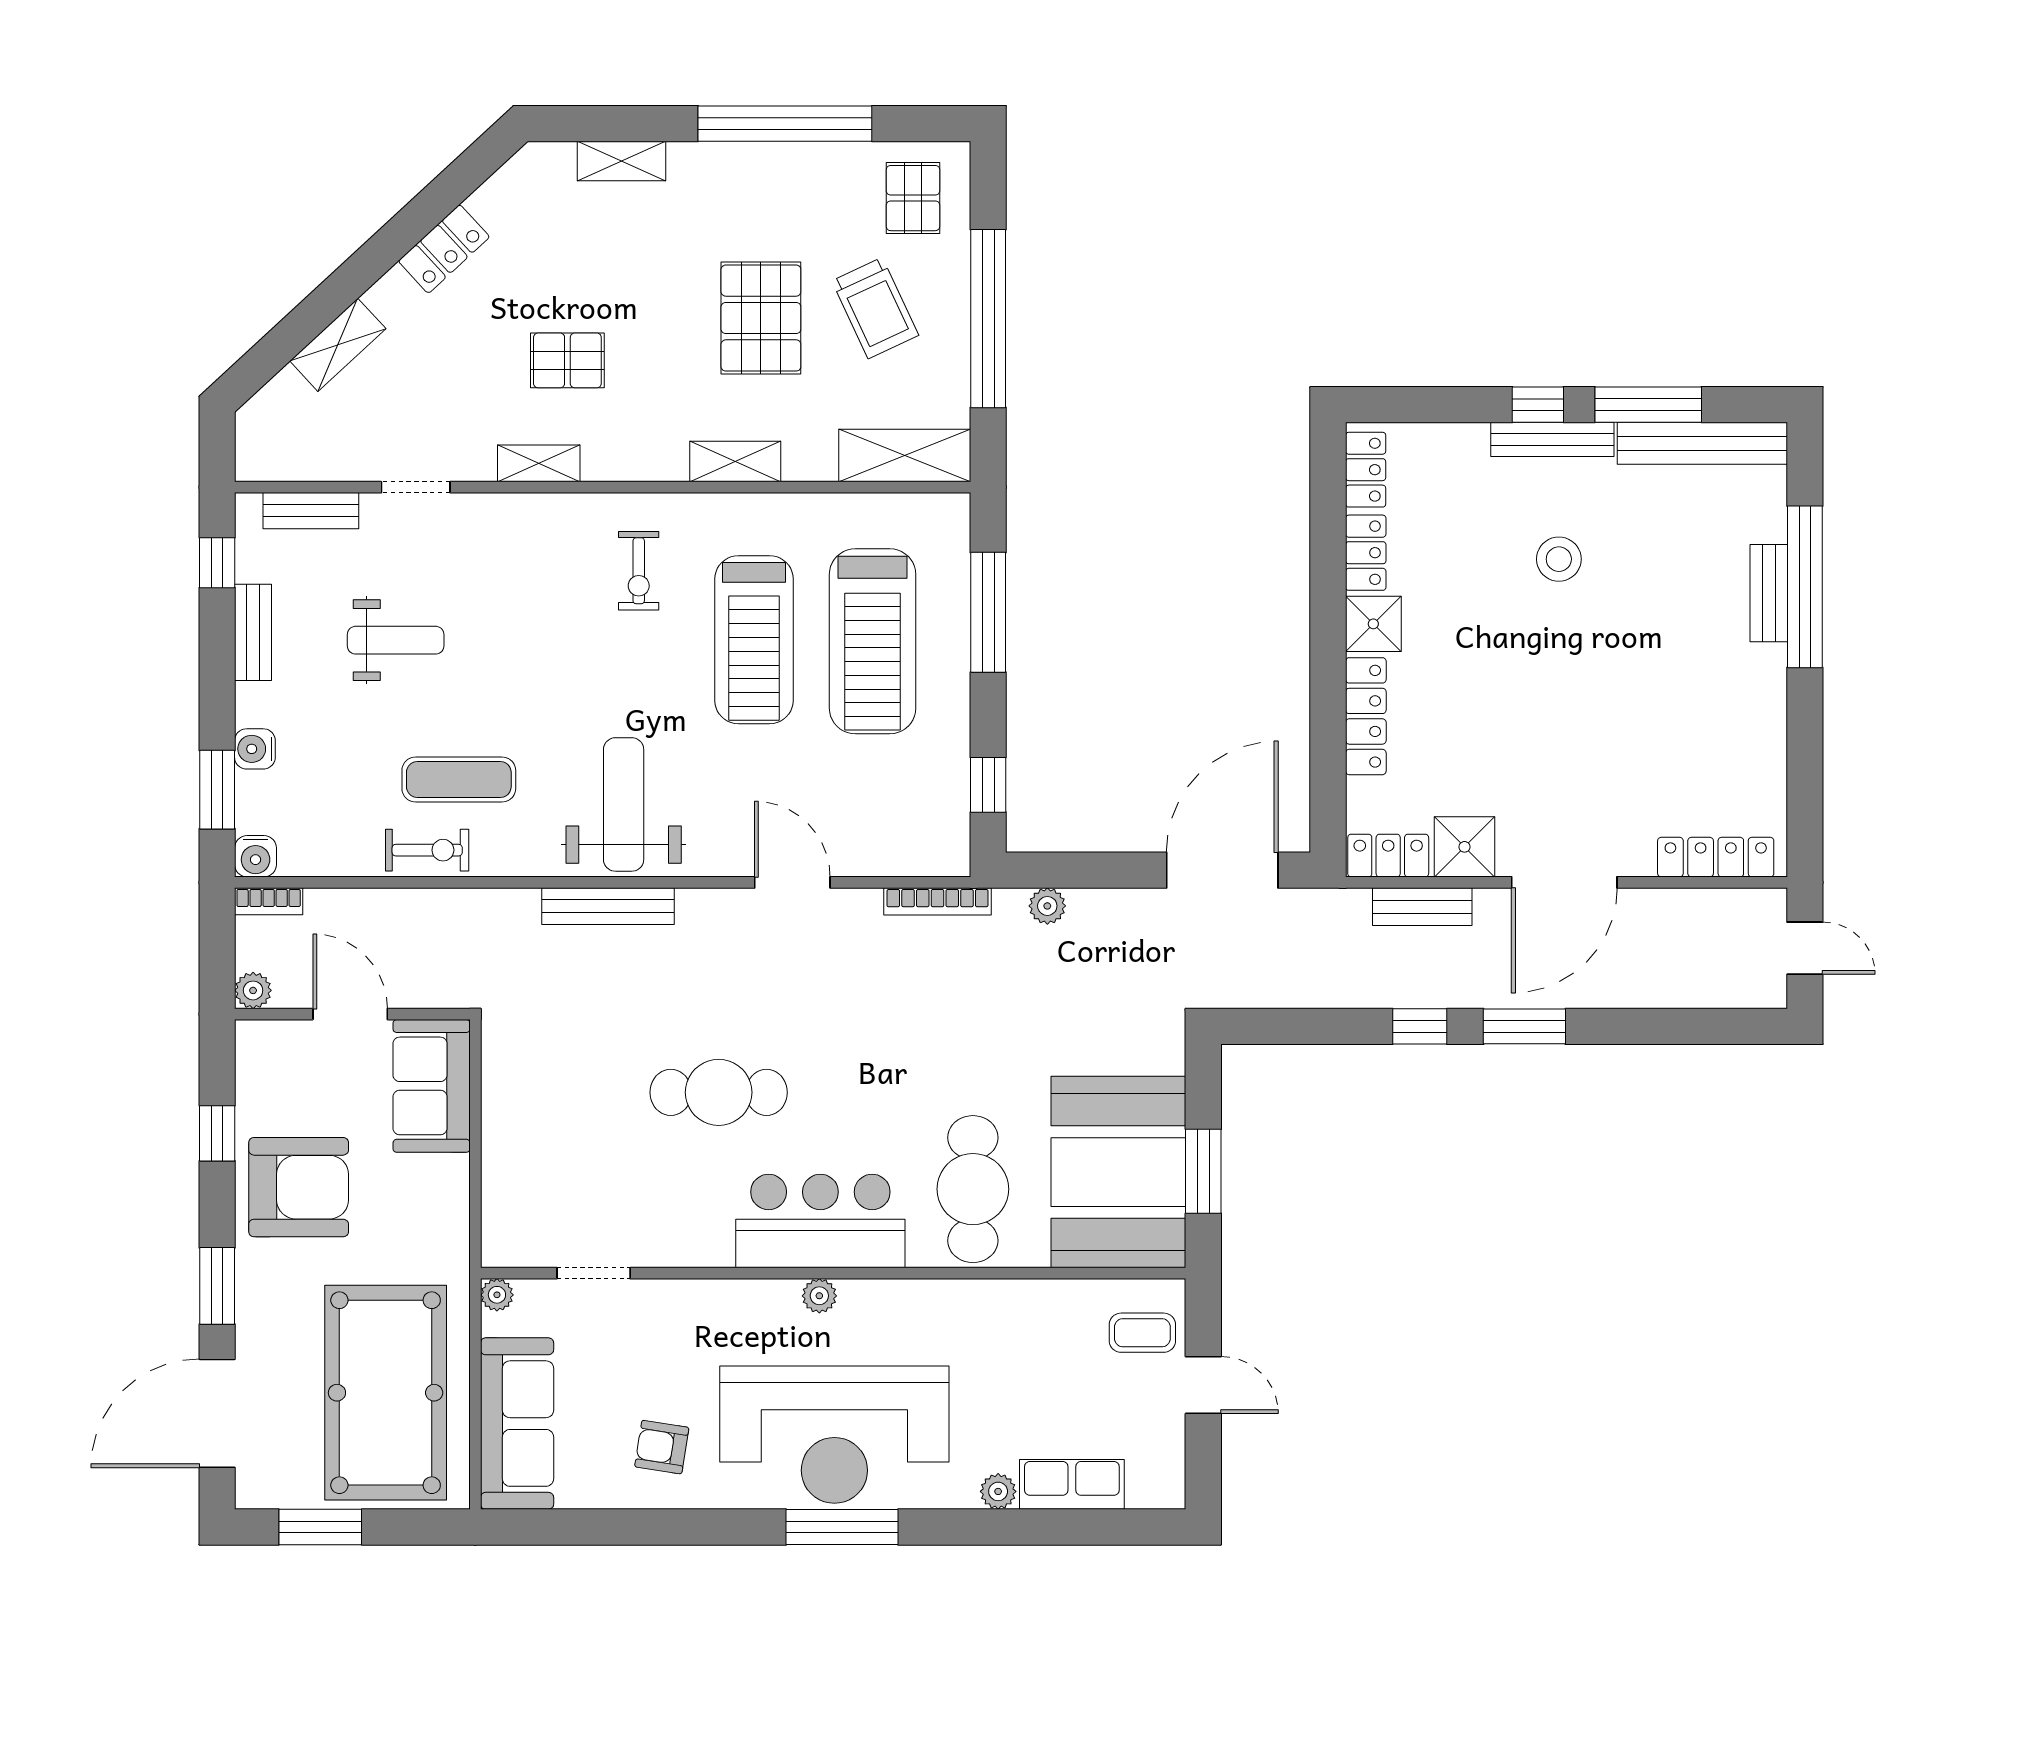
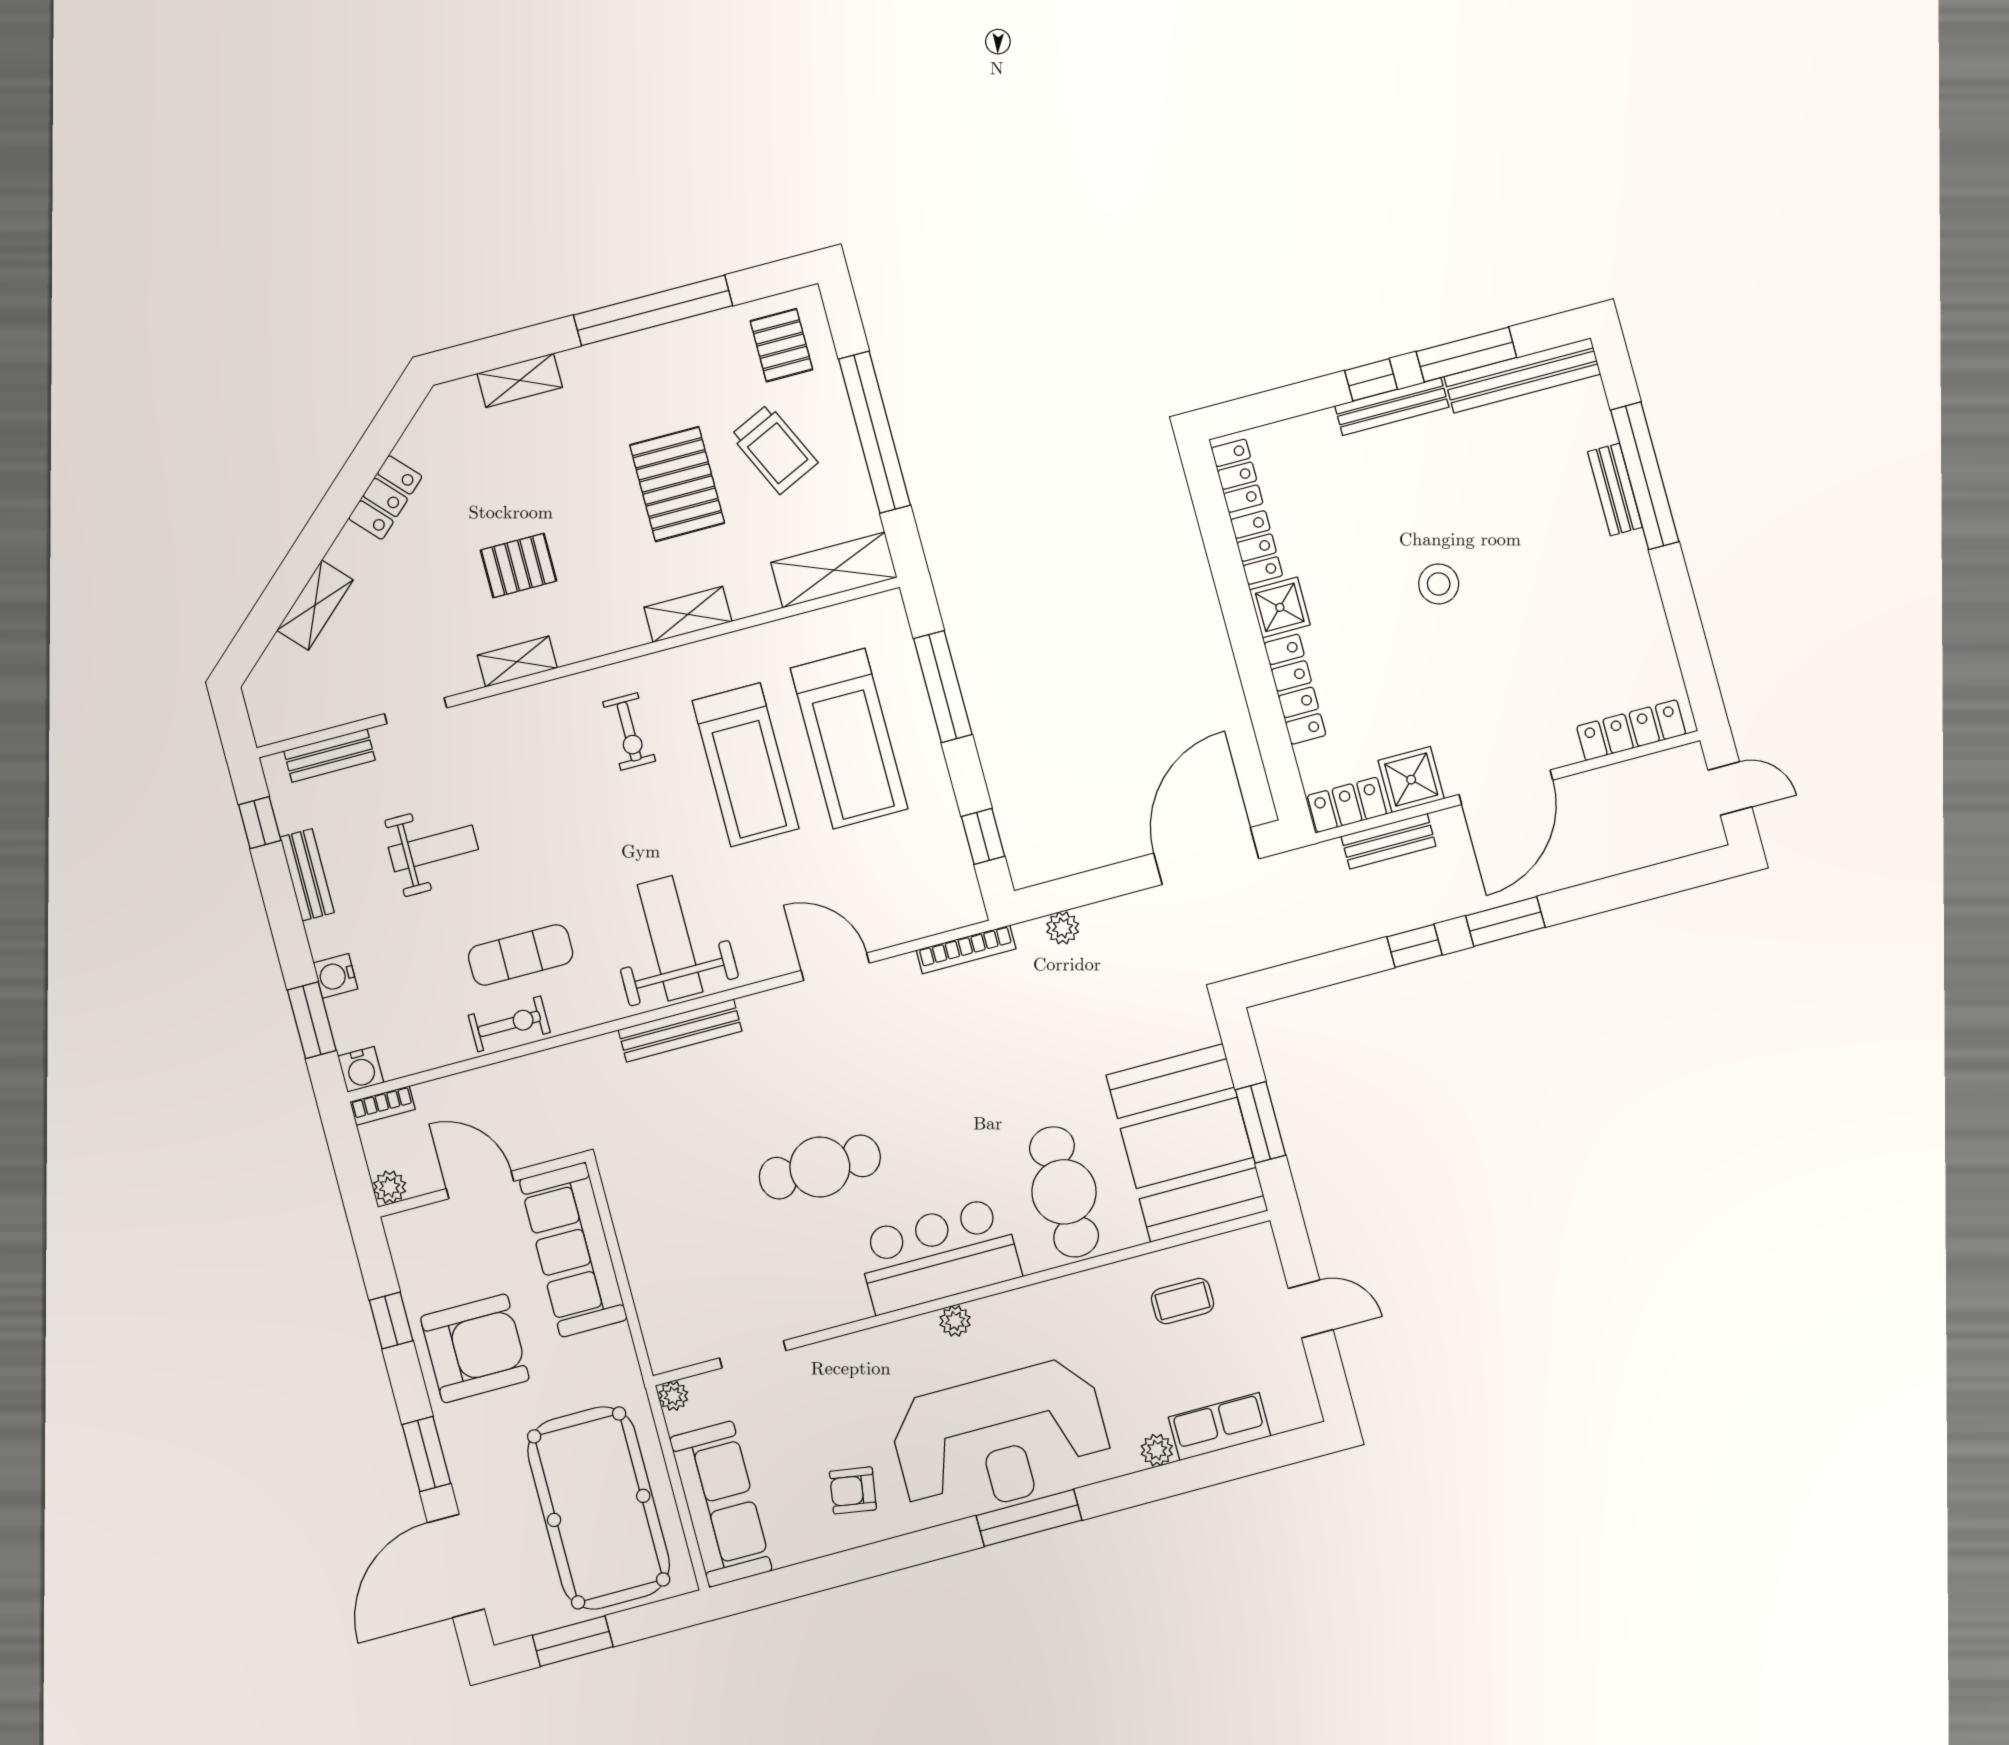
stool: (1559, 559) -> (1439, 584), moved
sofa: (432, 1086) -> (573, 1250), width x1.36
coffee table: (1142, 1333) -> (1183, 1301), moved

